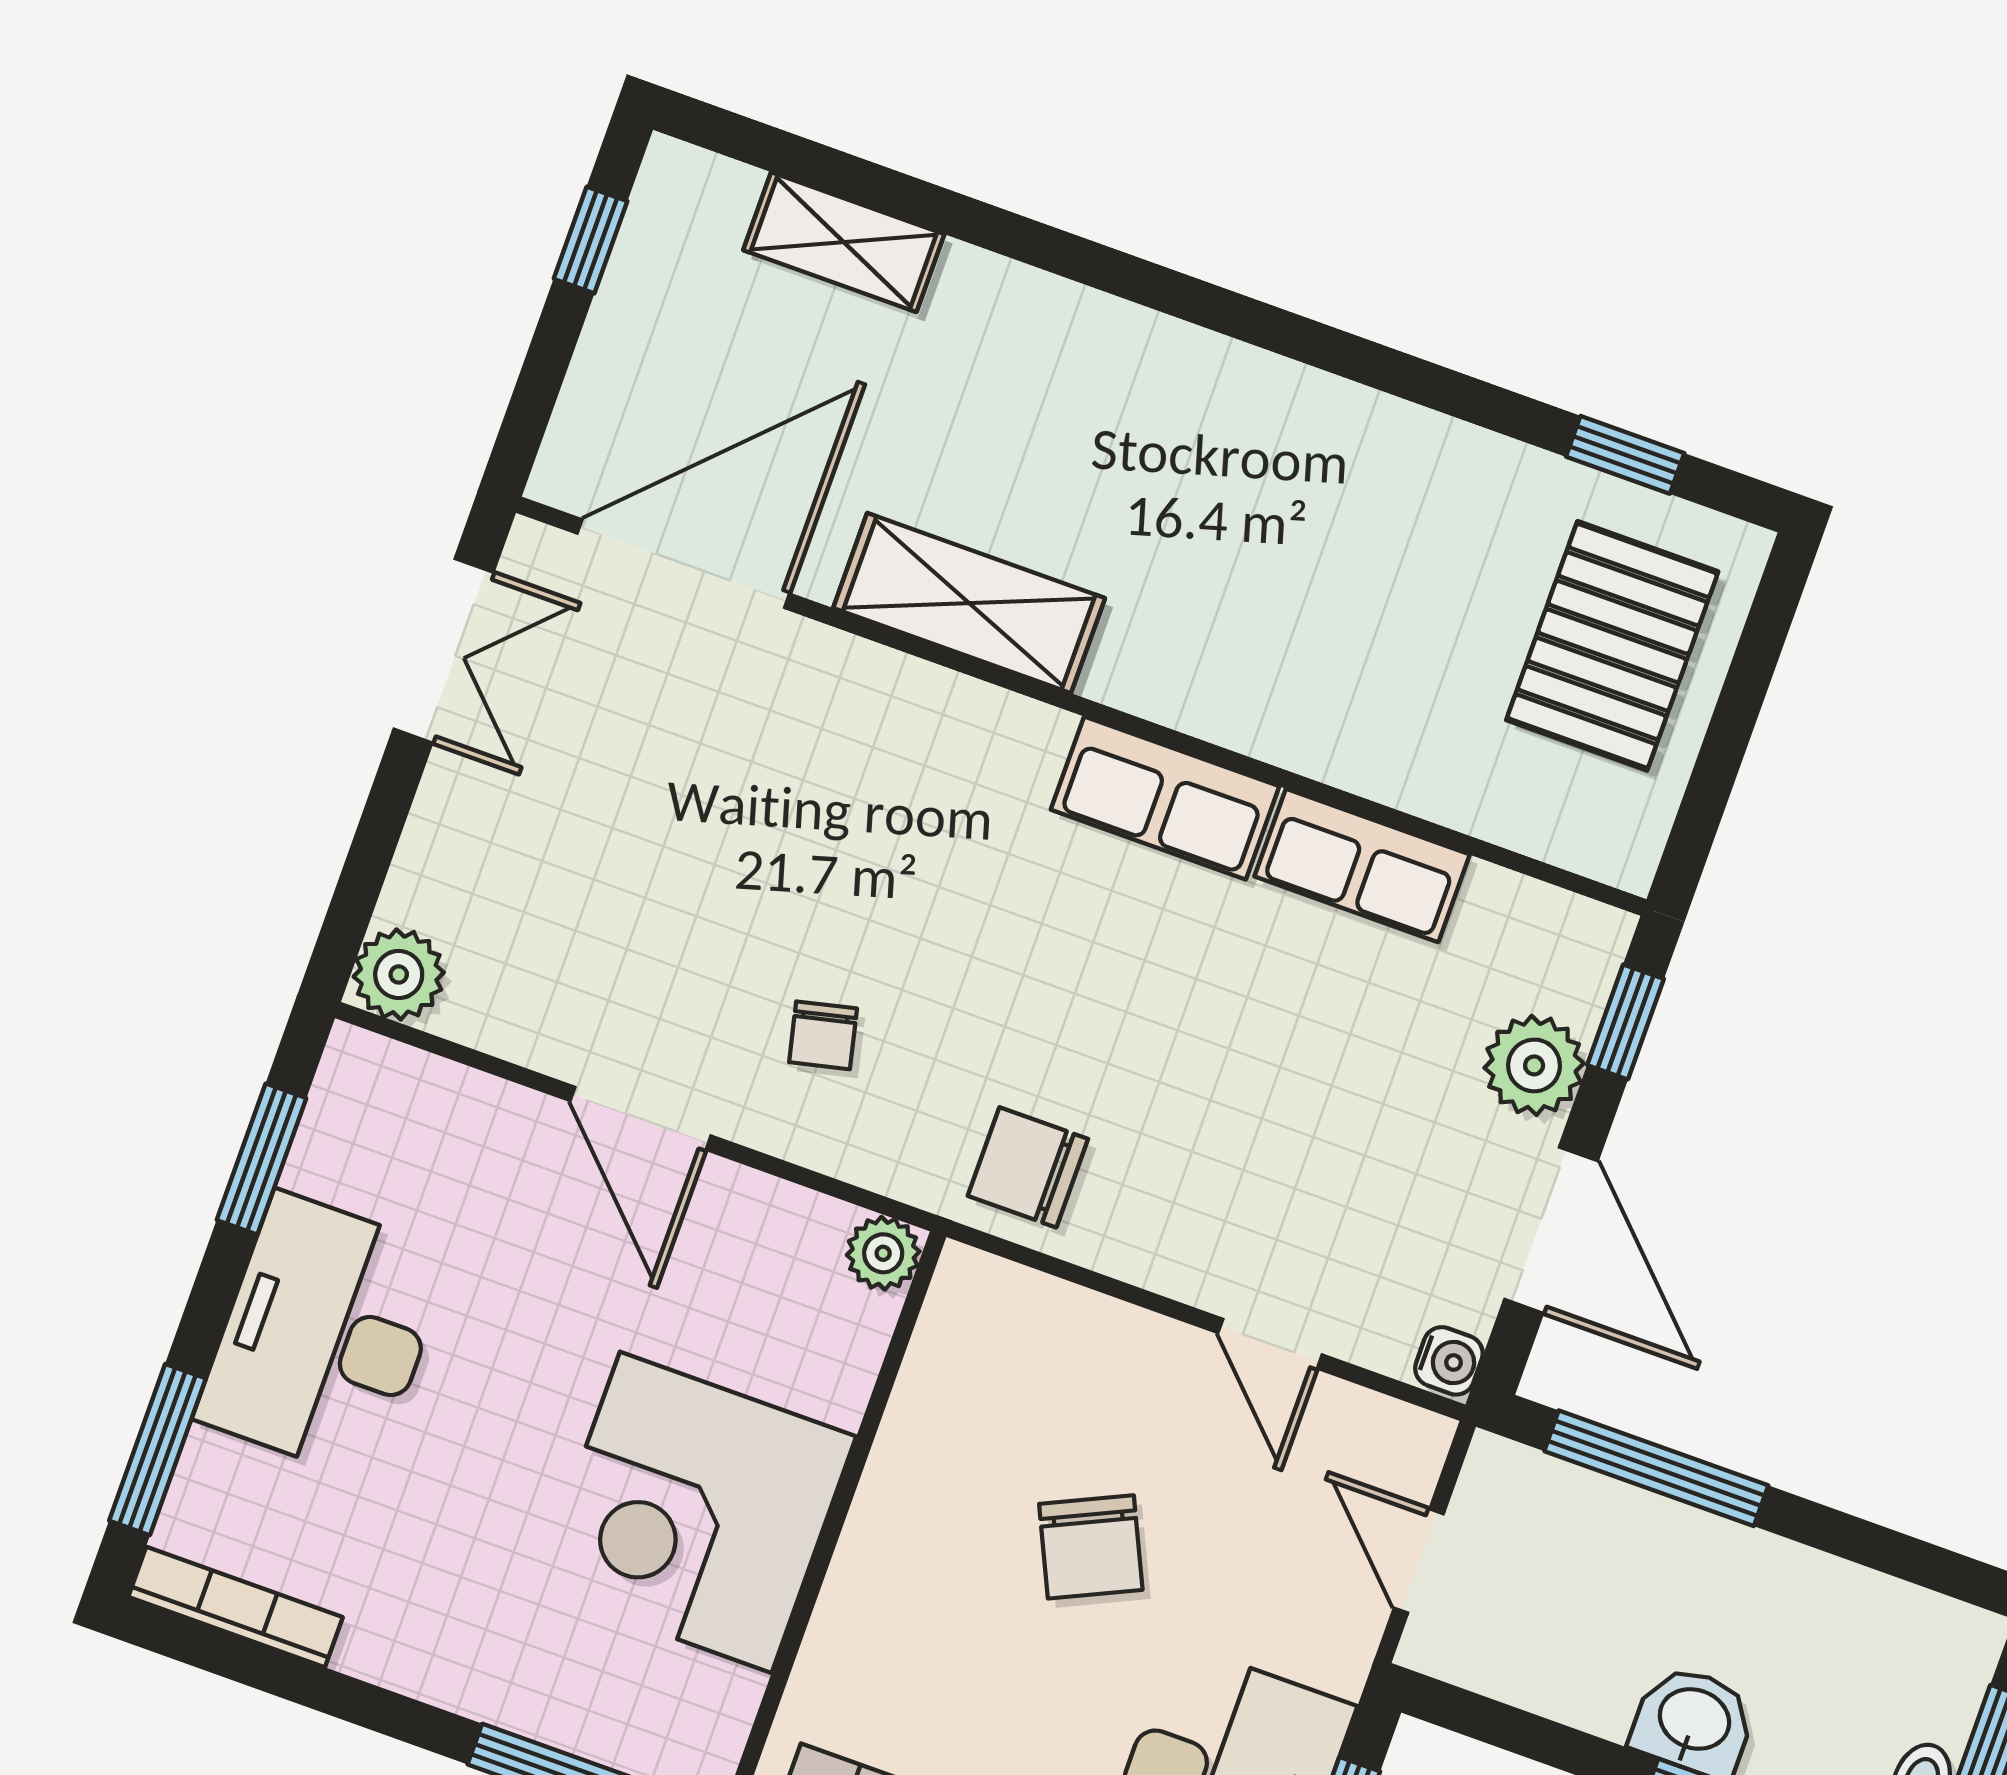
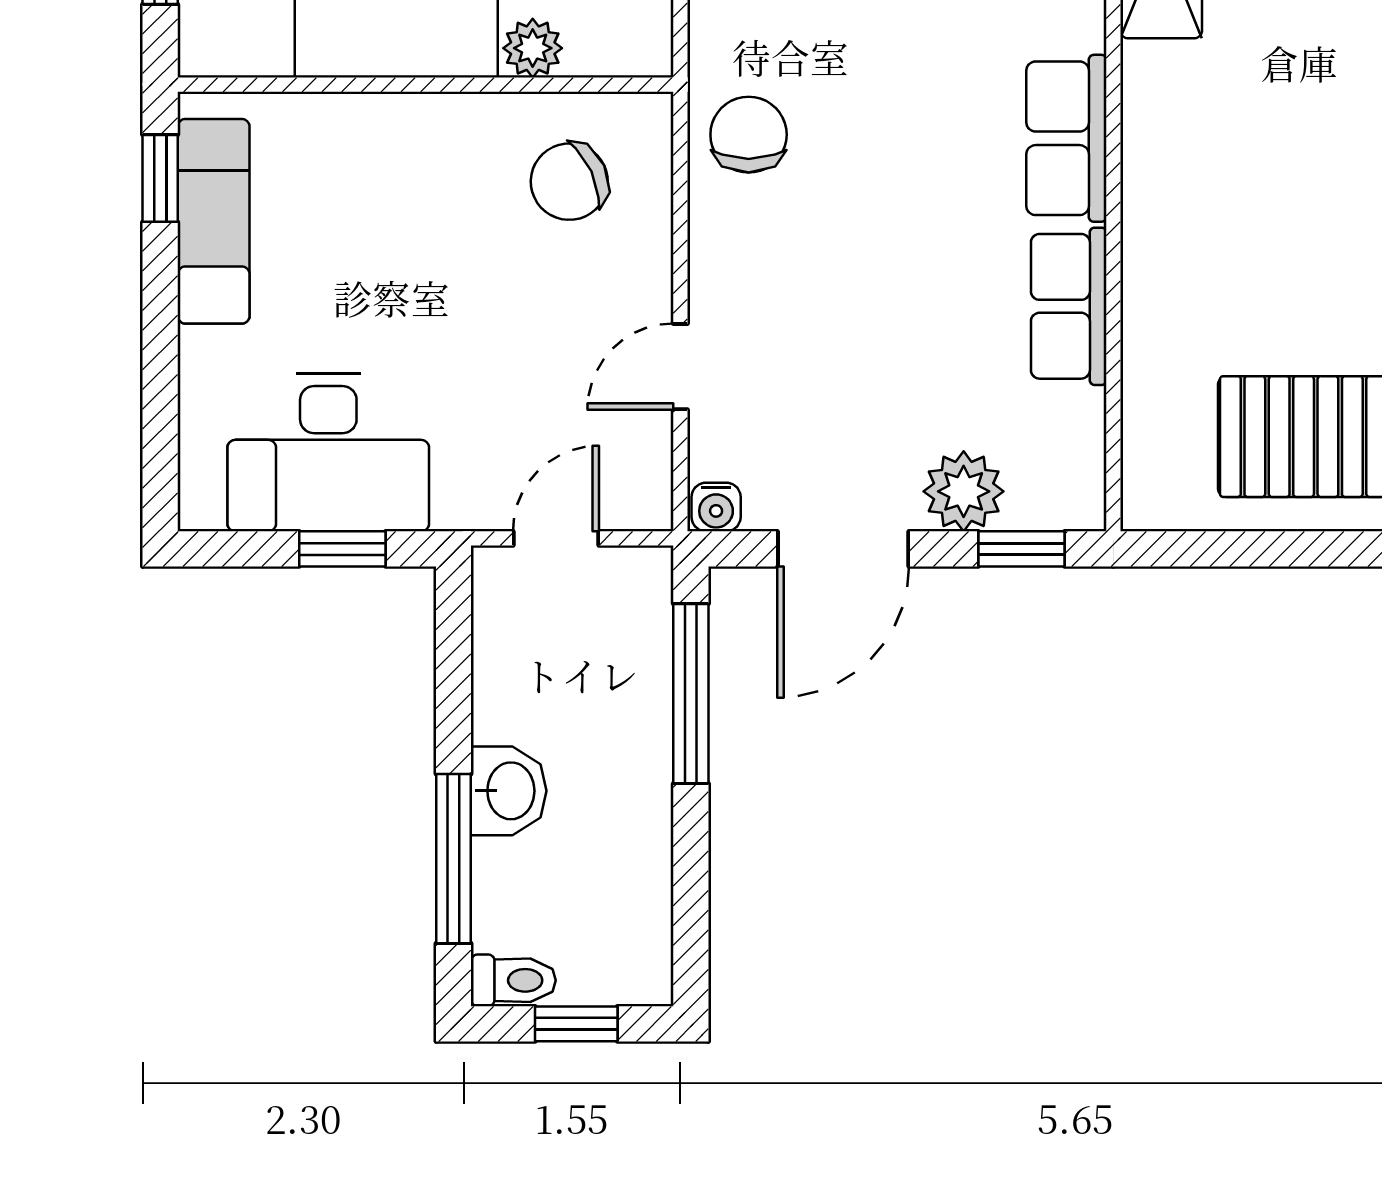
plant: (883, 1253) -> (533, 48), moved
chair: (1091, 1547) -> (569, 182), moved

